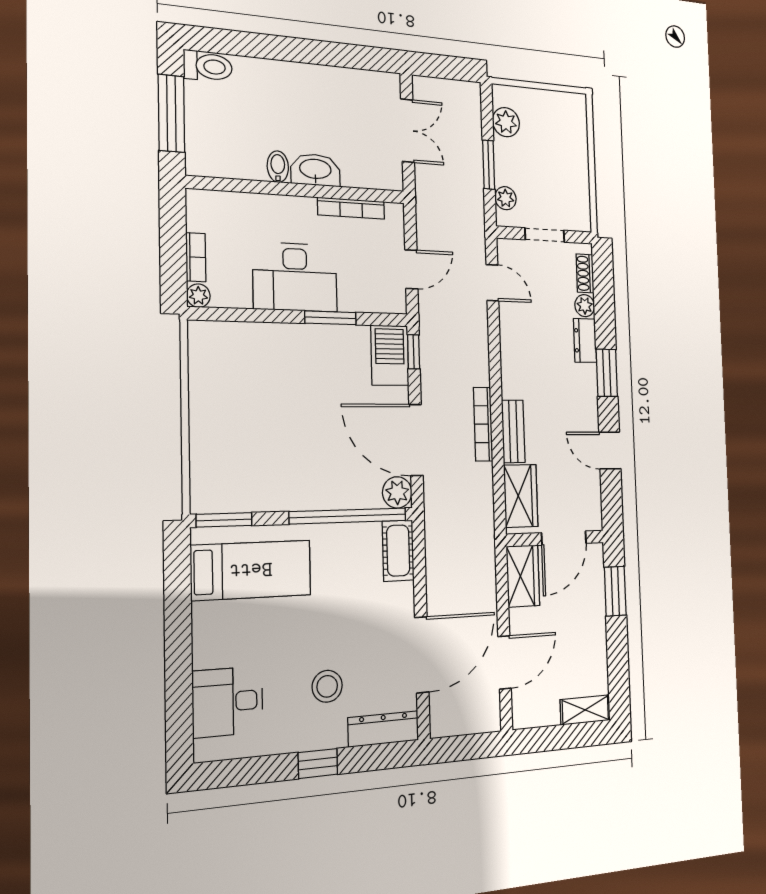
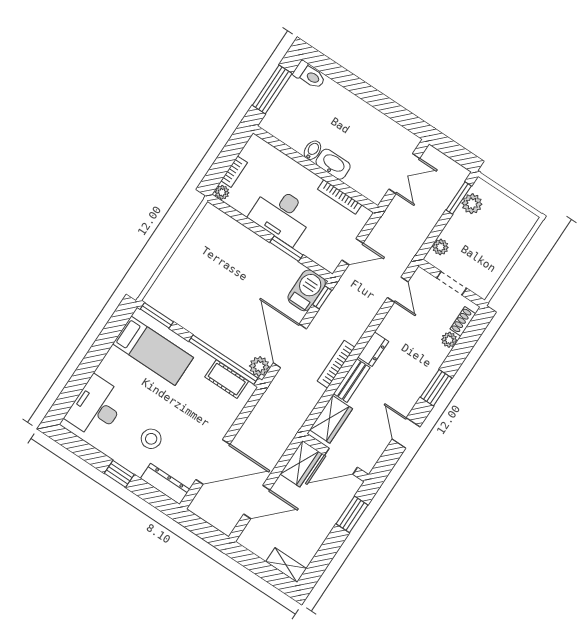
window: (489, 165) -> (459, 198), moved
dresser: (585, 341) -> (373, 349), moved, turned 180
cot: (398, 551) -> (227, 379), moved, turned 90
desk: (228, 702) -> (96, 407), width x1.37

